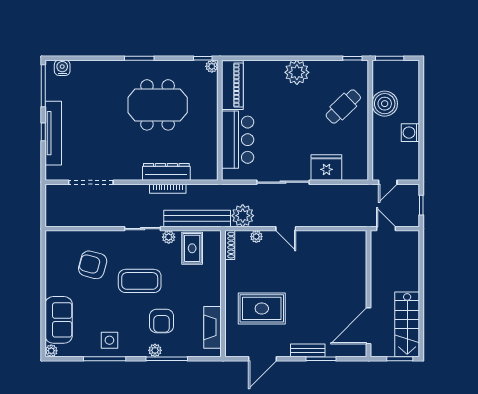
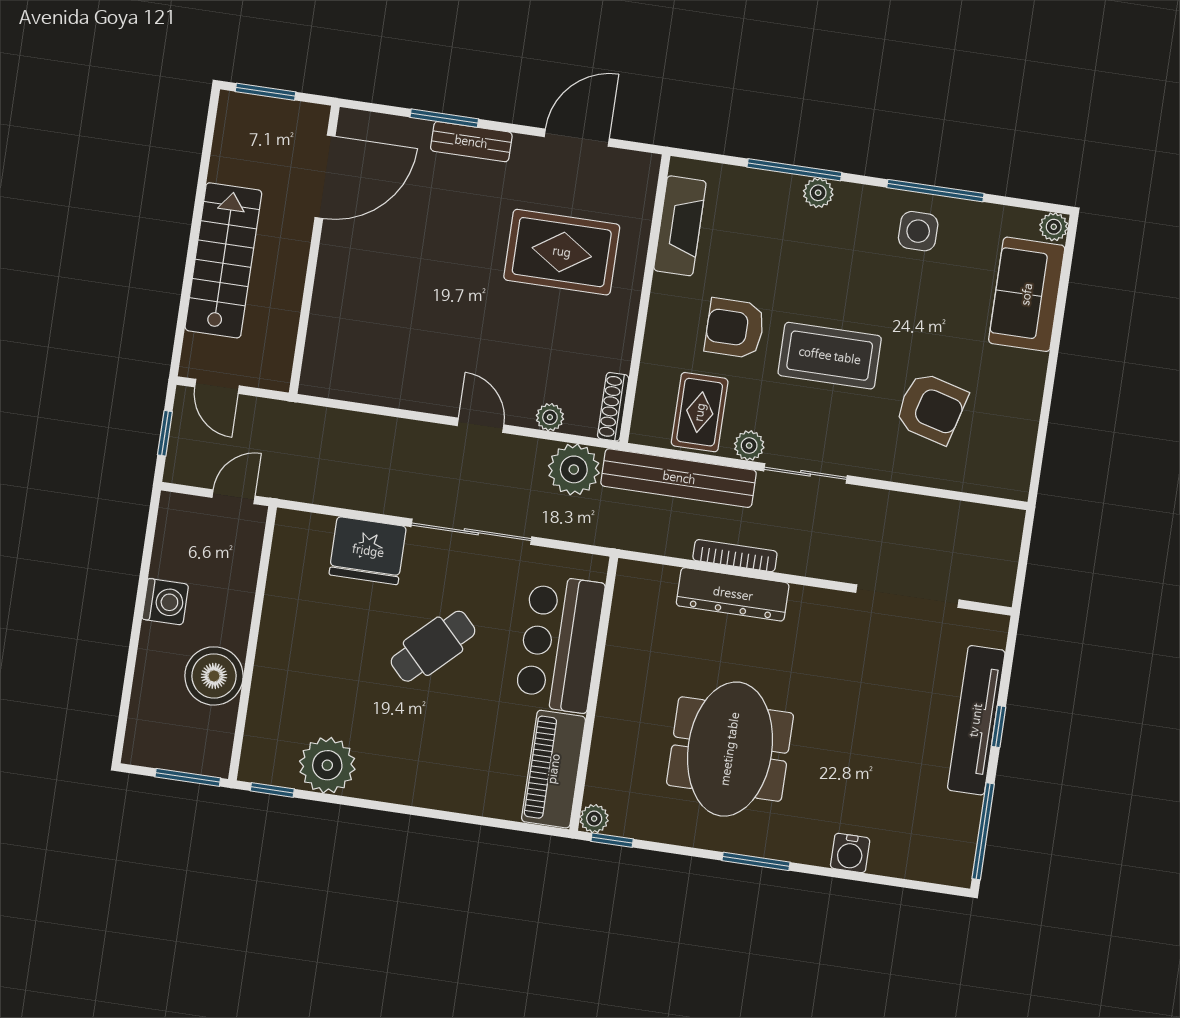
water cooler: (62, 68) -> (850, 853), moved
plant: (297, 72) -> (327, 765), moved
meeting table: (158, 105) -> (730, 749), turned 90
cafe table: (343, 107) -> (433, 646), moved
door: (386, 229) -> (217, 386), moved
armchair: (162, 321) -> (735, 328), moved, turned -90
stairs: (407, 324) -> (223, 260), moved

